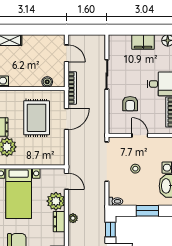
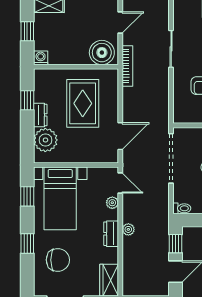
door: (67, 53) -> (120, 22), hinge flipped
boiler: (47, 82) -> (102, 53), width x1.86, depth x1.86
door: (67, 119) -> (120, 136), moved
plant: (56, 201) -> (112, 203), width x0.53, depth x0.53

